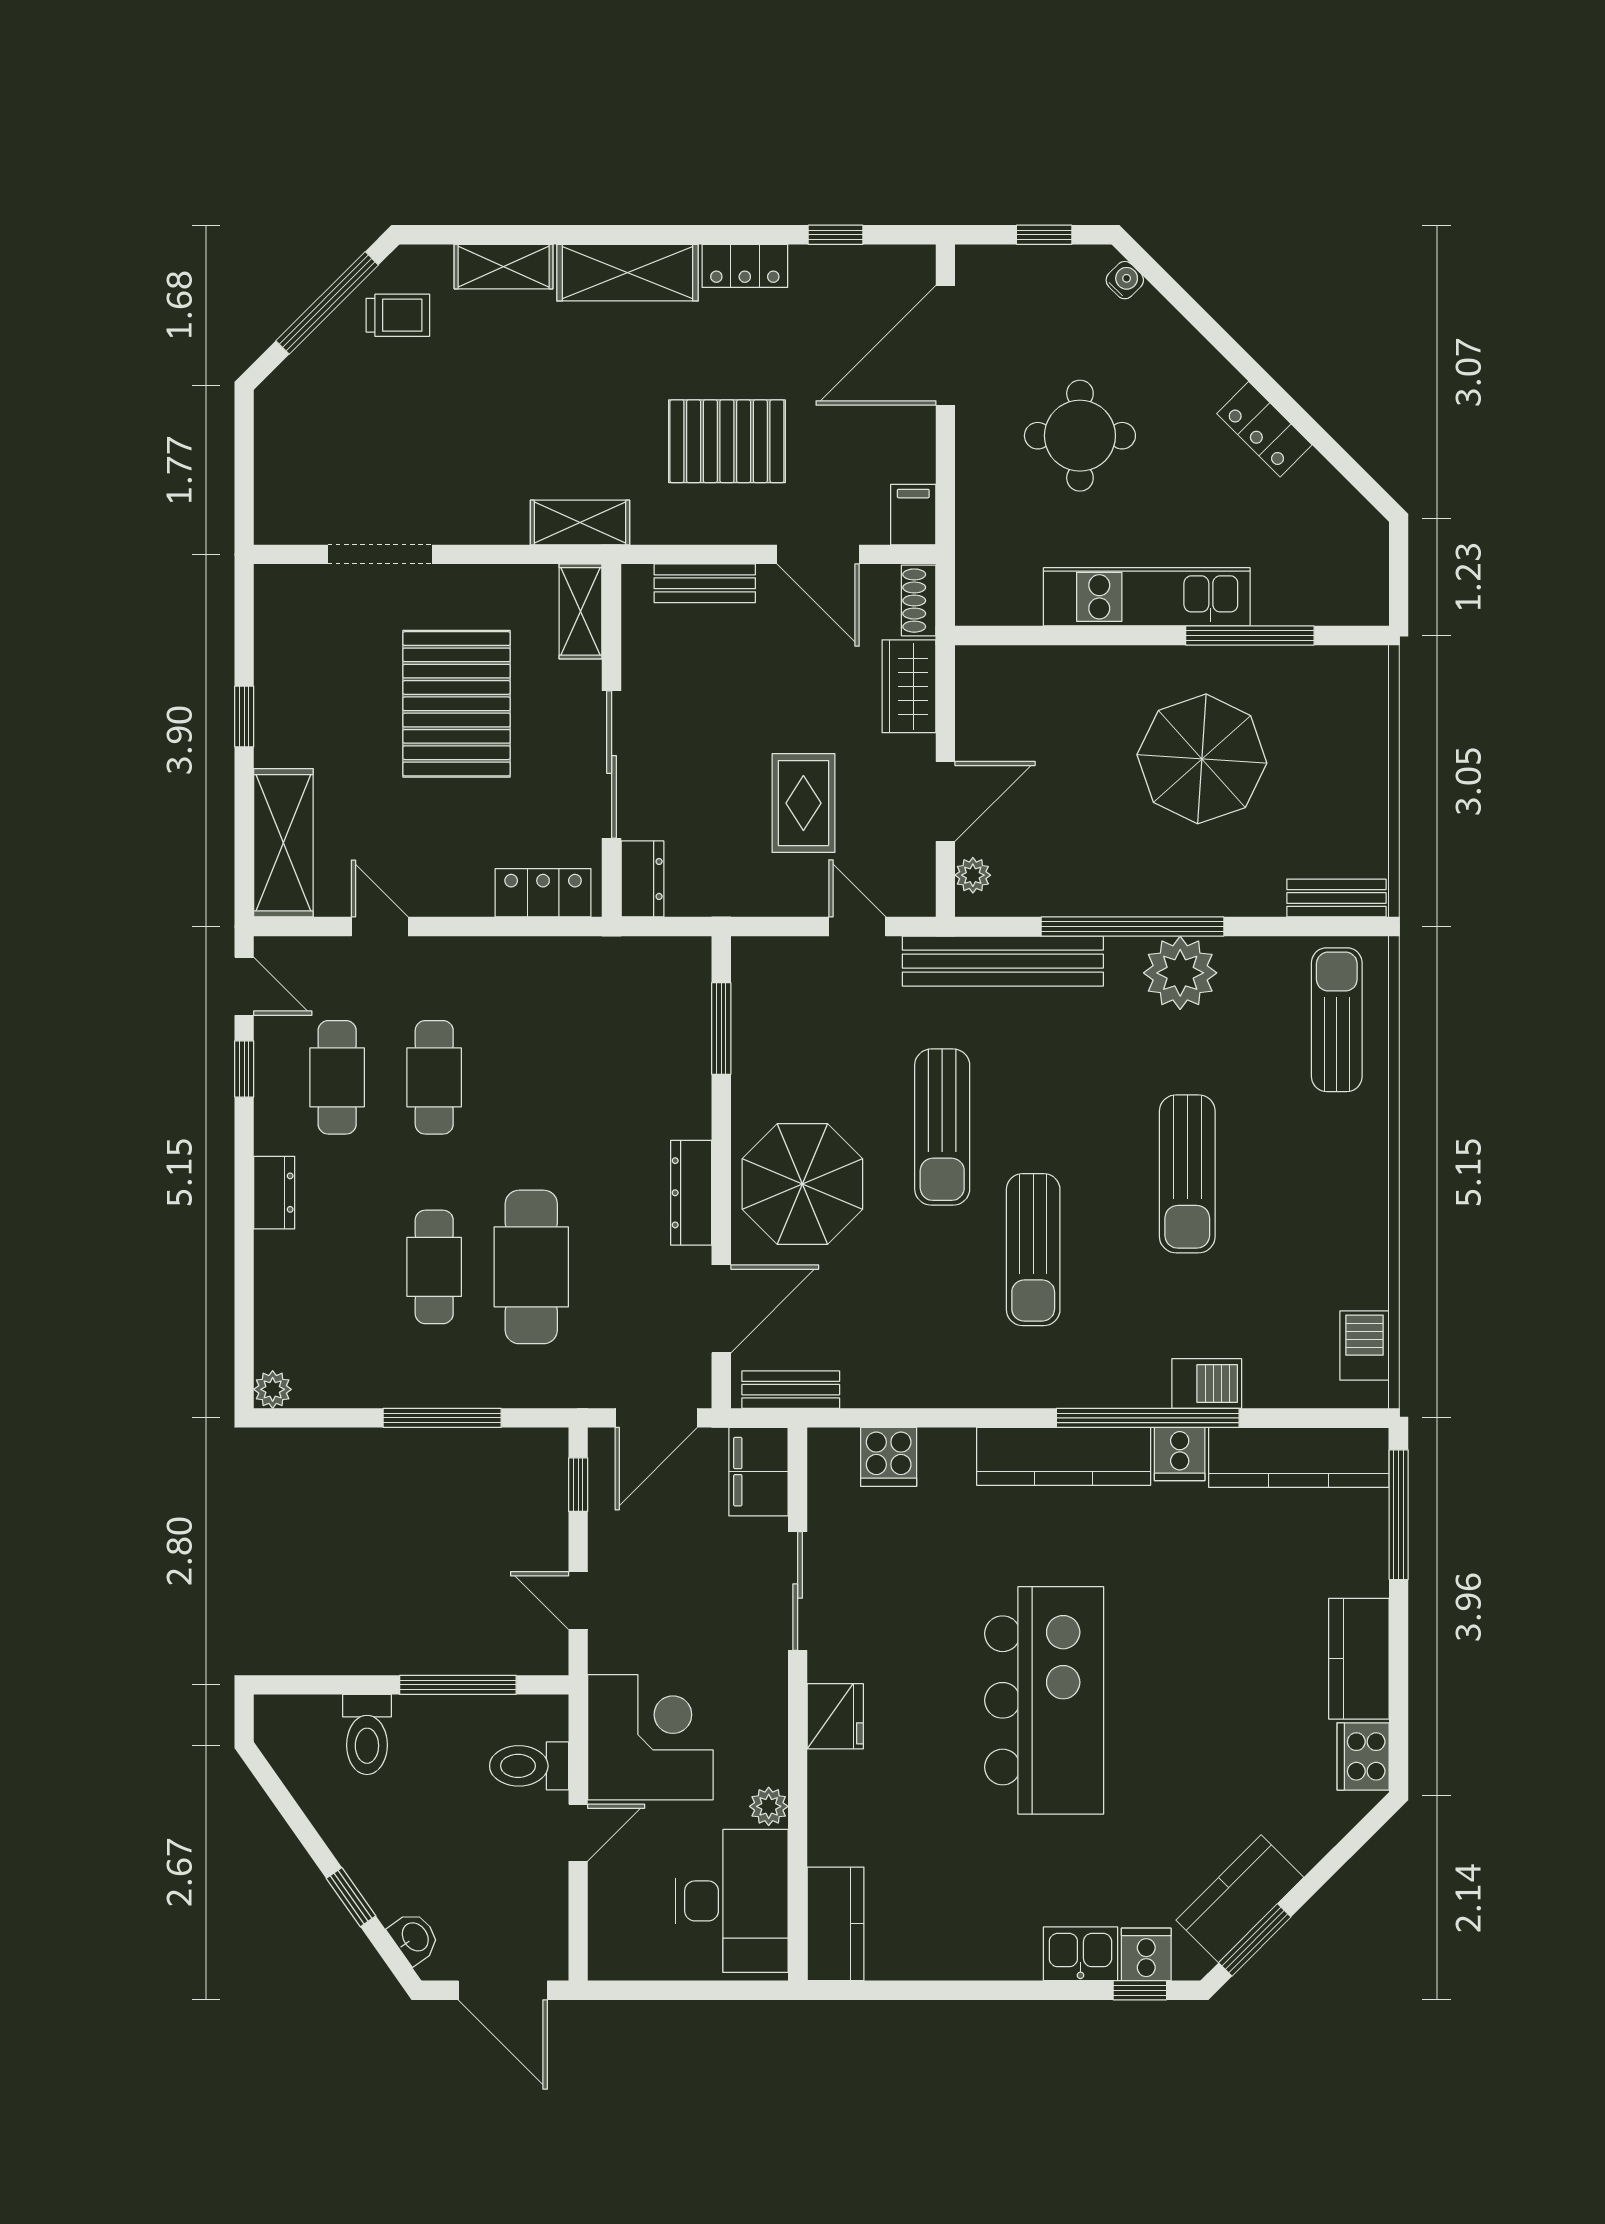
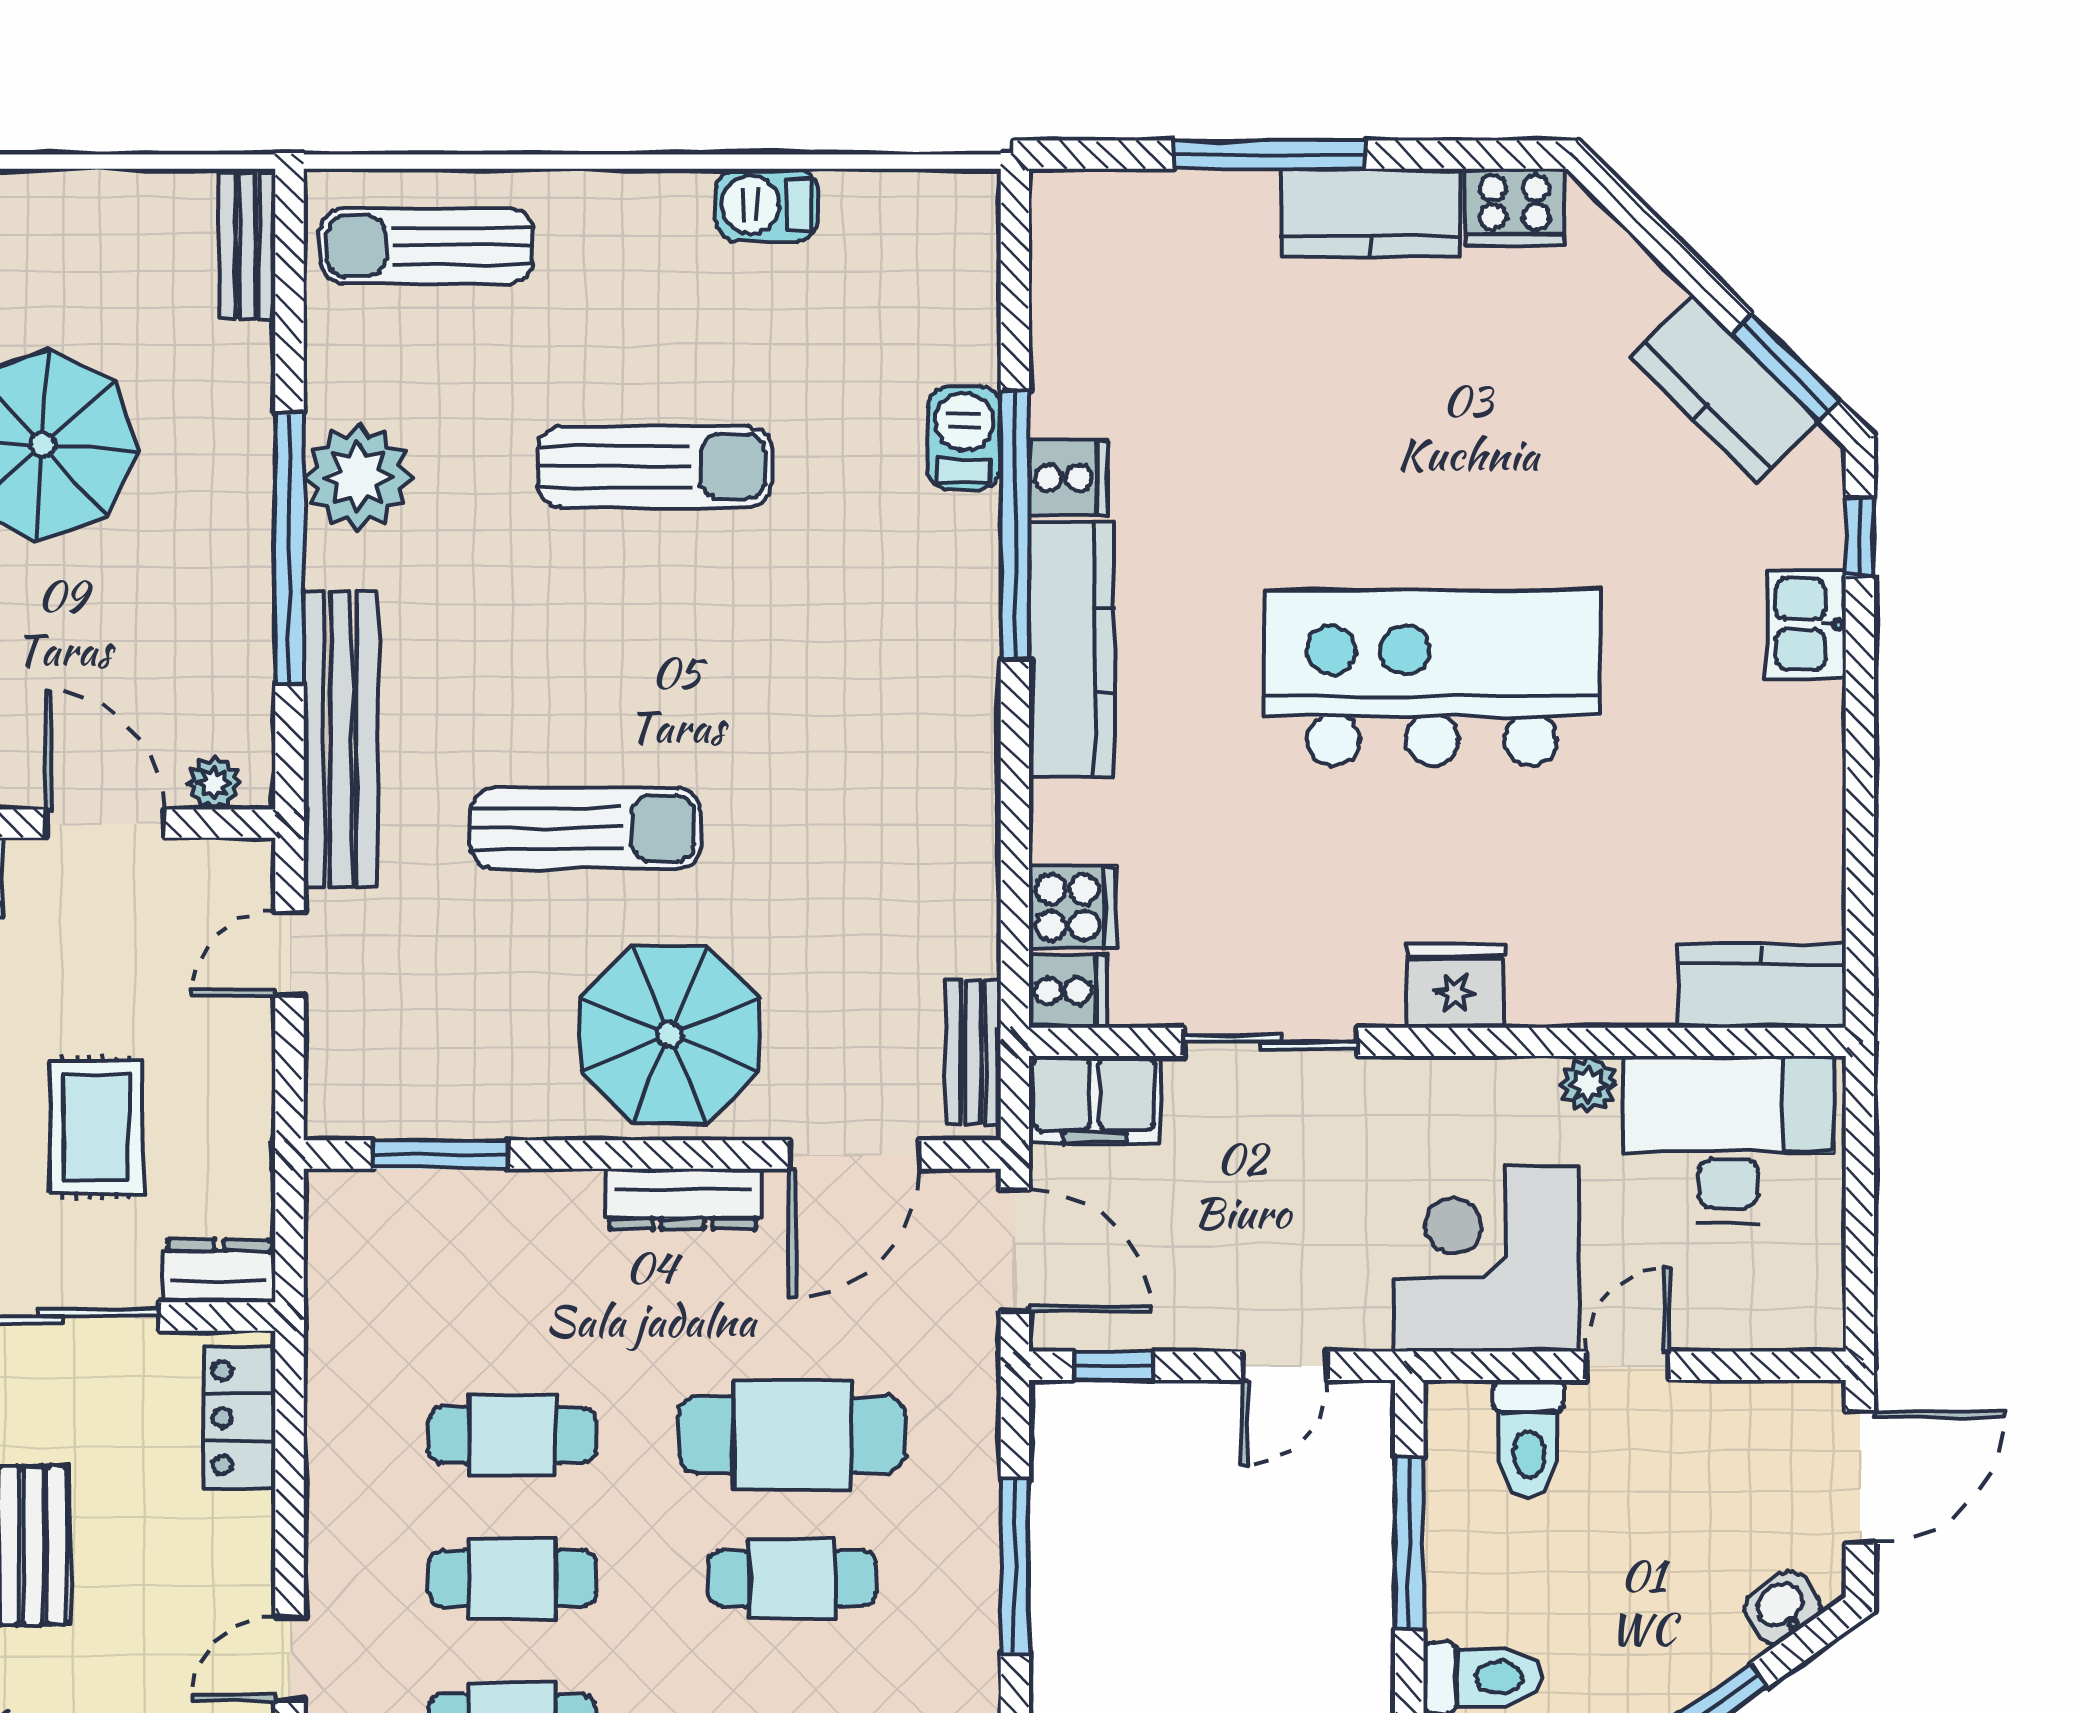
rug: (803, 803) -> (96, 1127), moved, turned 90
cafe table: (531, 1077) -> (512, 1435), added
sun lounger: (1033, 1250) -> (767, 694), removed
door: (721, 1309) -> (854, 1155), swing flipped
barbecue: (1364, 1346) -> (767, 205), moved
kitchen counter: (1299, 1457) -> (1073, 302), removed
window: (1399, 1515) -> (1270, 155), moved
door: (578, 1833) -> (1627, 1366), hinge flipped
cooker: (1146, 1954) -> (1068, 991), moved, turned 180

